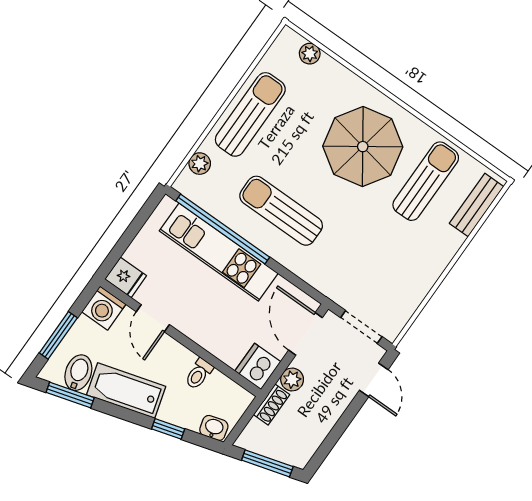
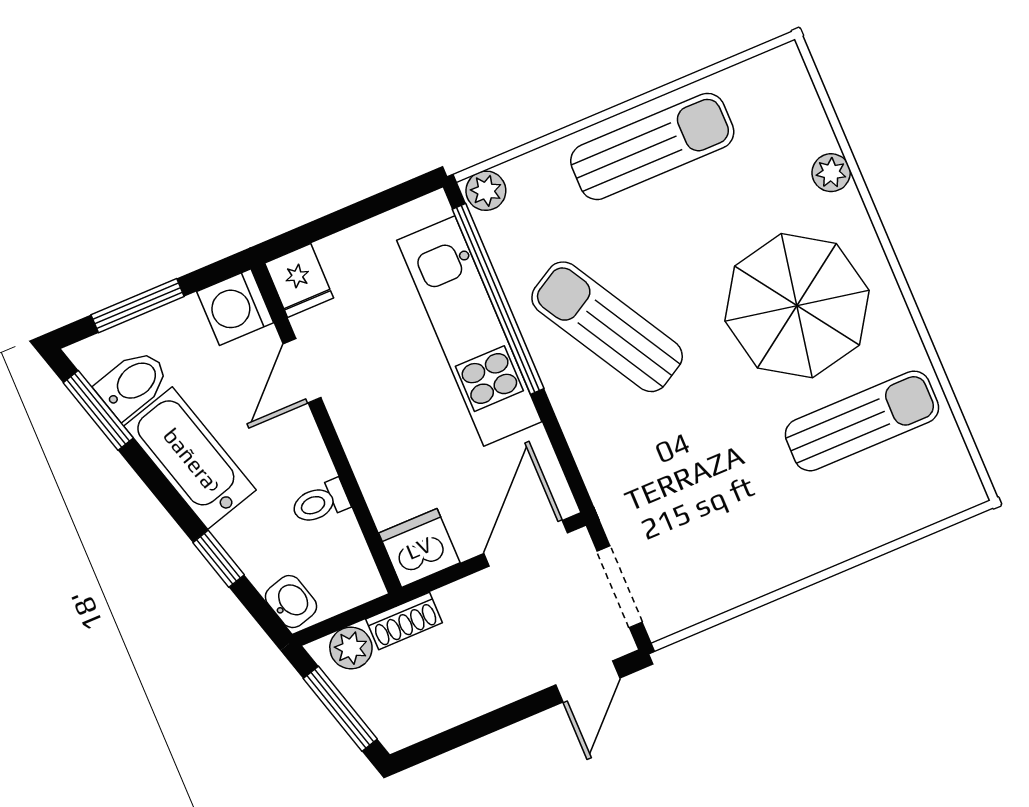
plant: (310, 54) -> (831, 173), moved
plant: (200, 164) -> (486, 191), moved
bench: (477, 205) -> (918, 507), removed
sun lounger: (281, 211) -> (607, 327), turned -30
plant: (292, 380) -> (351, 648), moved

